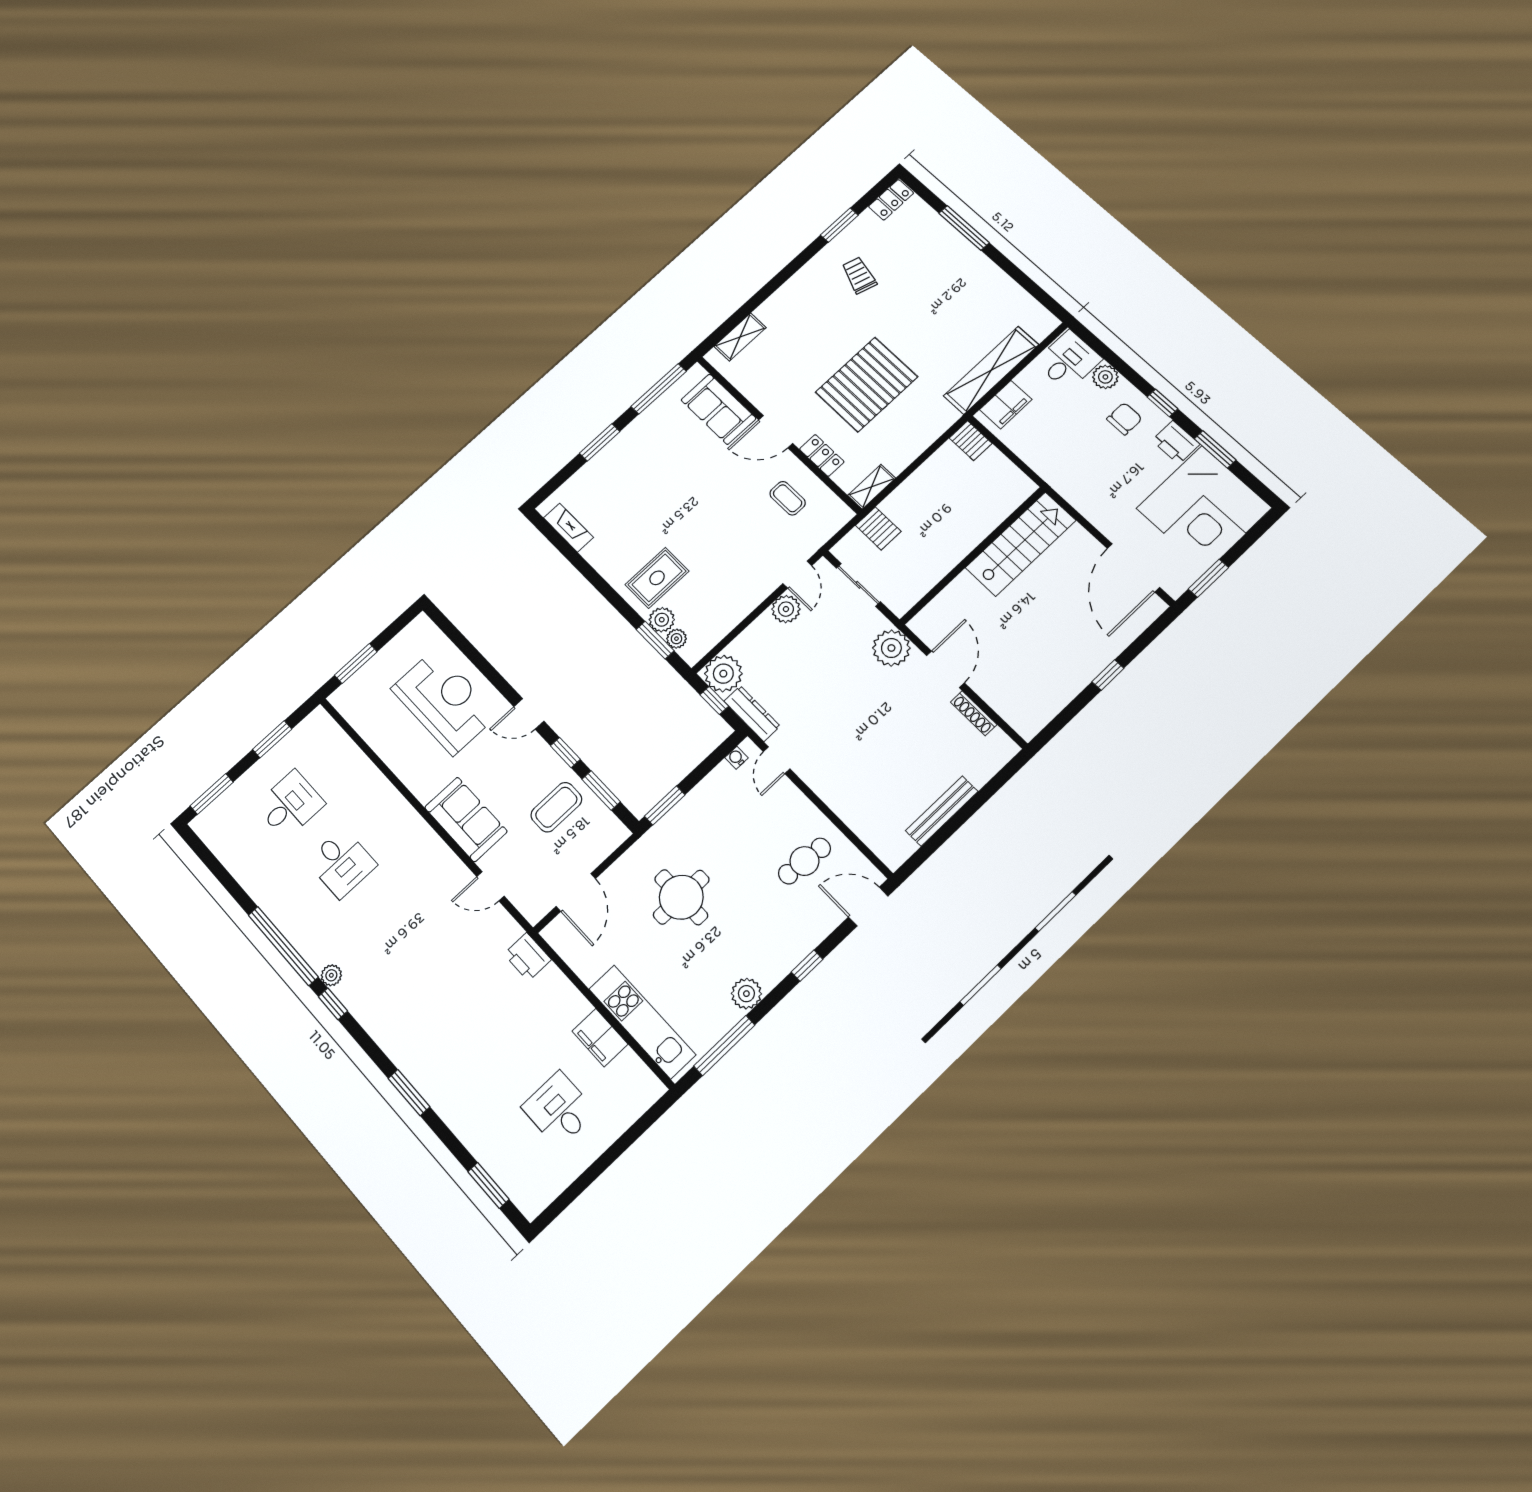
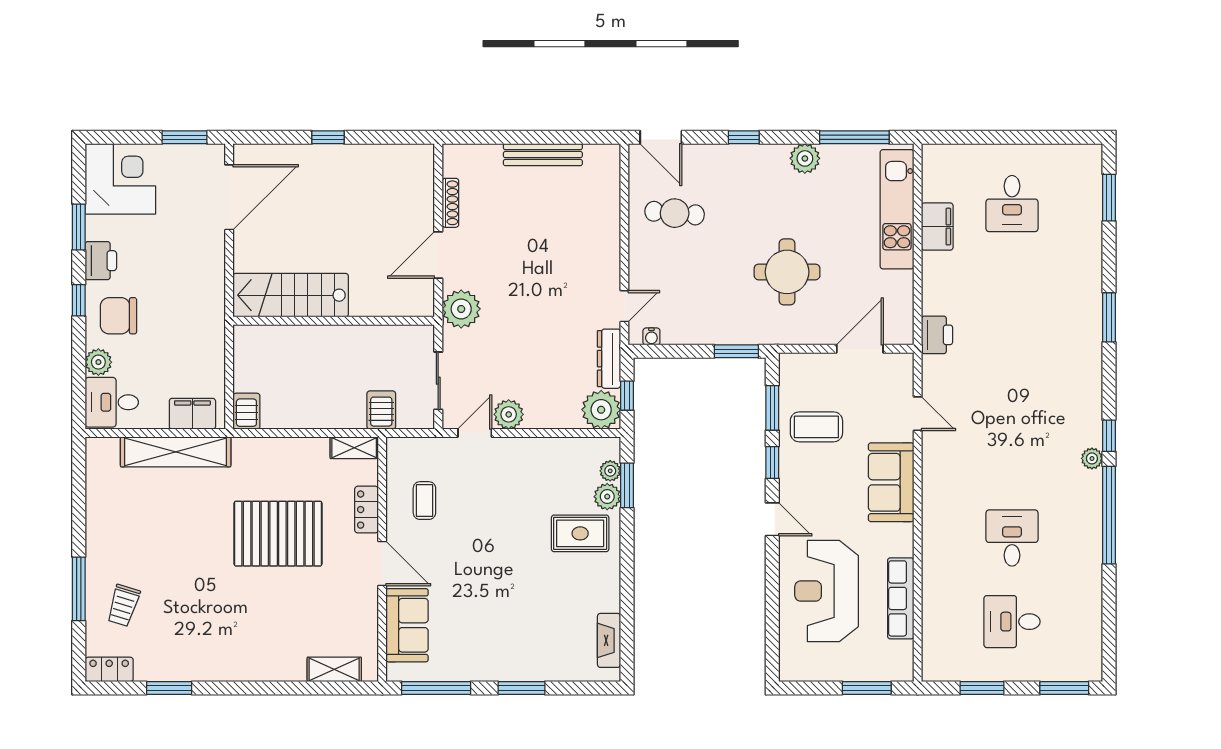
trolley: (859, 275) -> (123, 605), moved
chair: (1124, 419) -> (118, 316), width x1.37, depth x1.37
corner desk: (1204, 508) -> (120, 179), width x0.74, depth x0.74
row of seats: (386, 746) -> (901, 598), added

